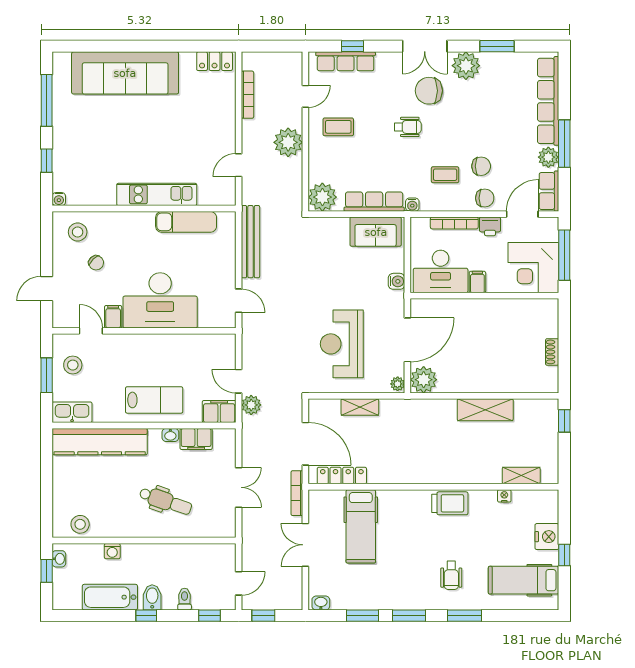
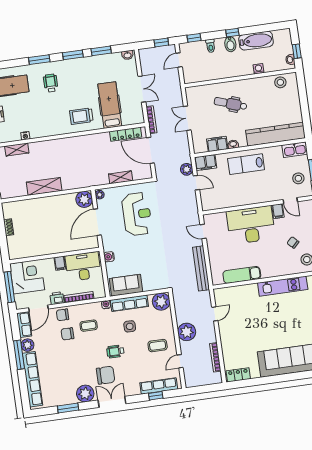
side table: (379, 164) -> (130, 326), added
kitchen unit: (157, 194) -> (283, 286), moved
trolley: (450, 503) -> (81, 116), moved

